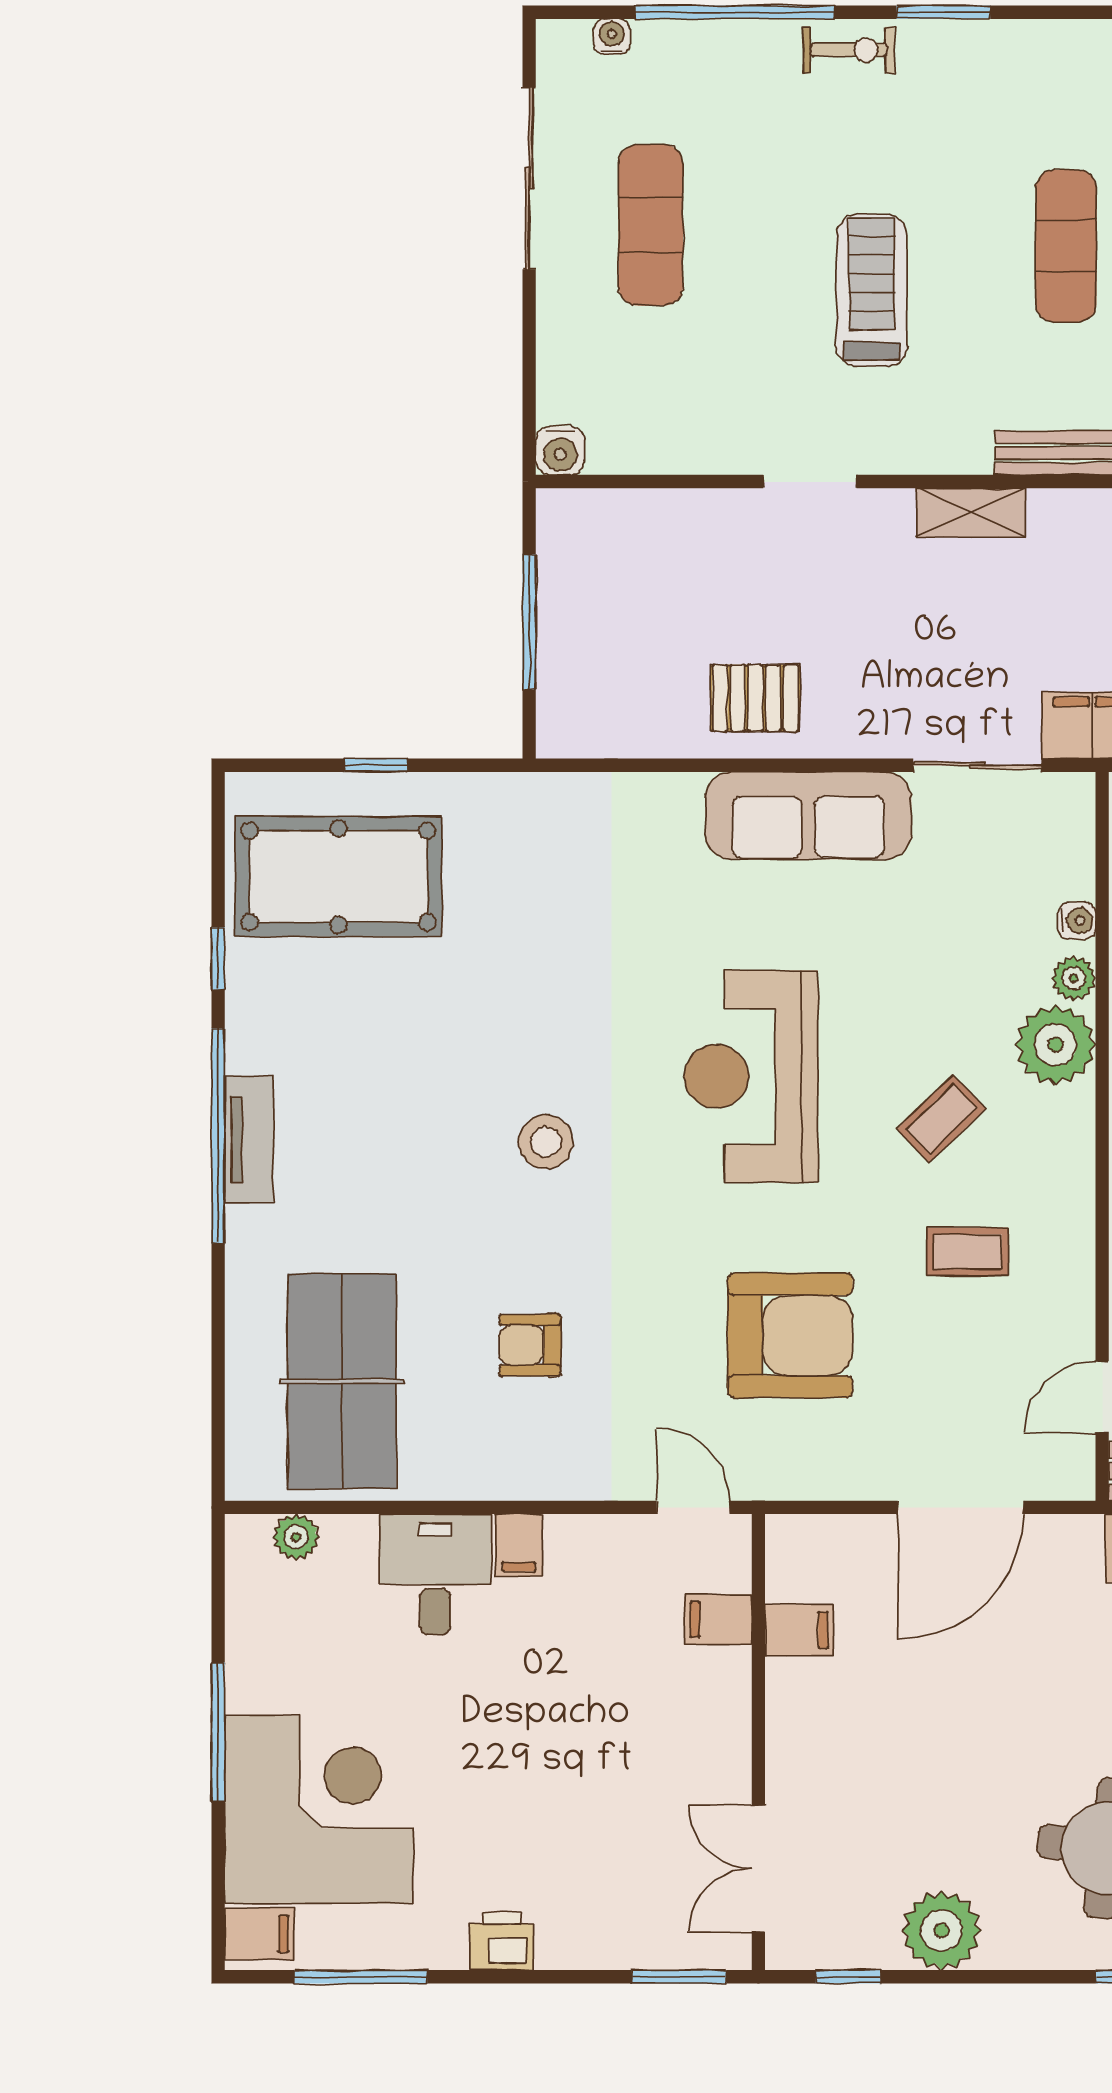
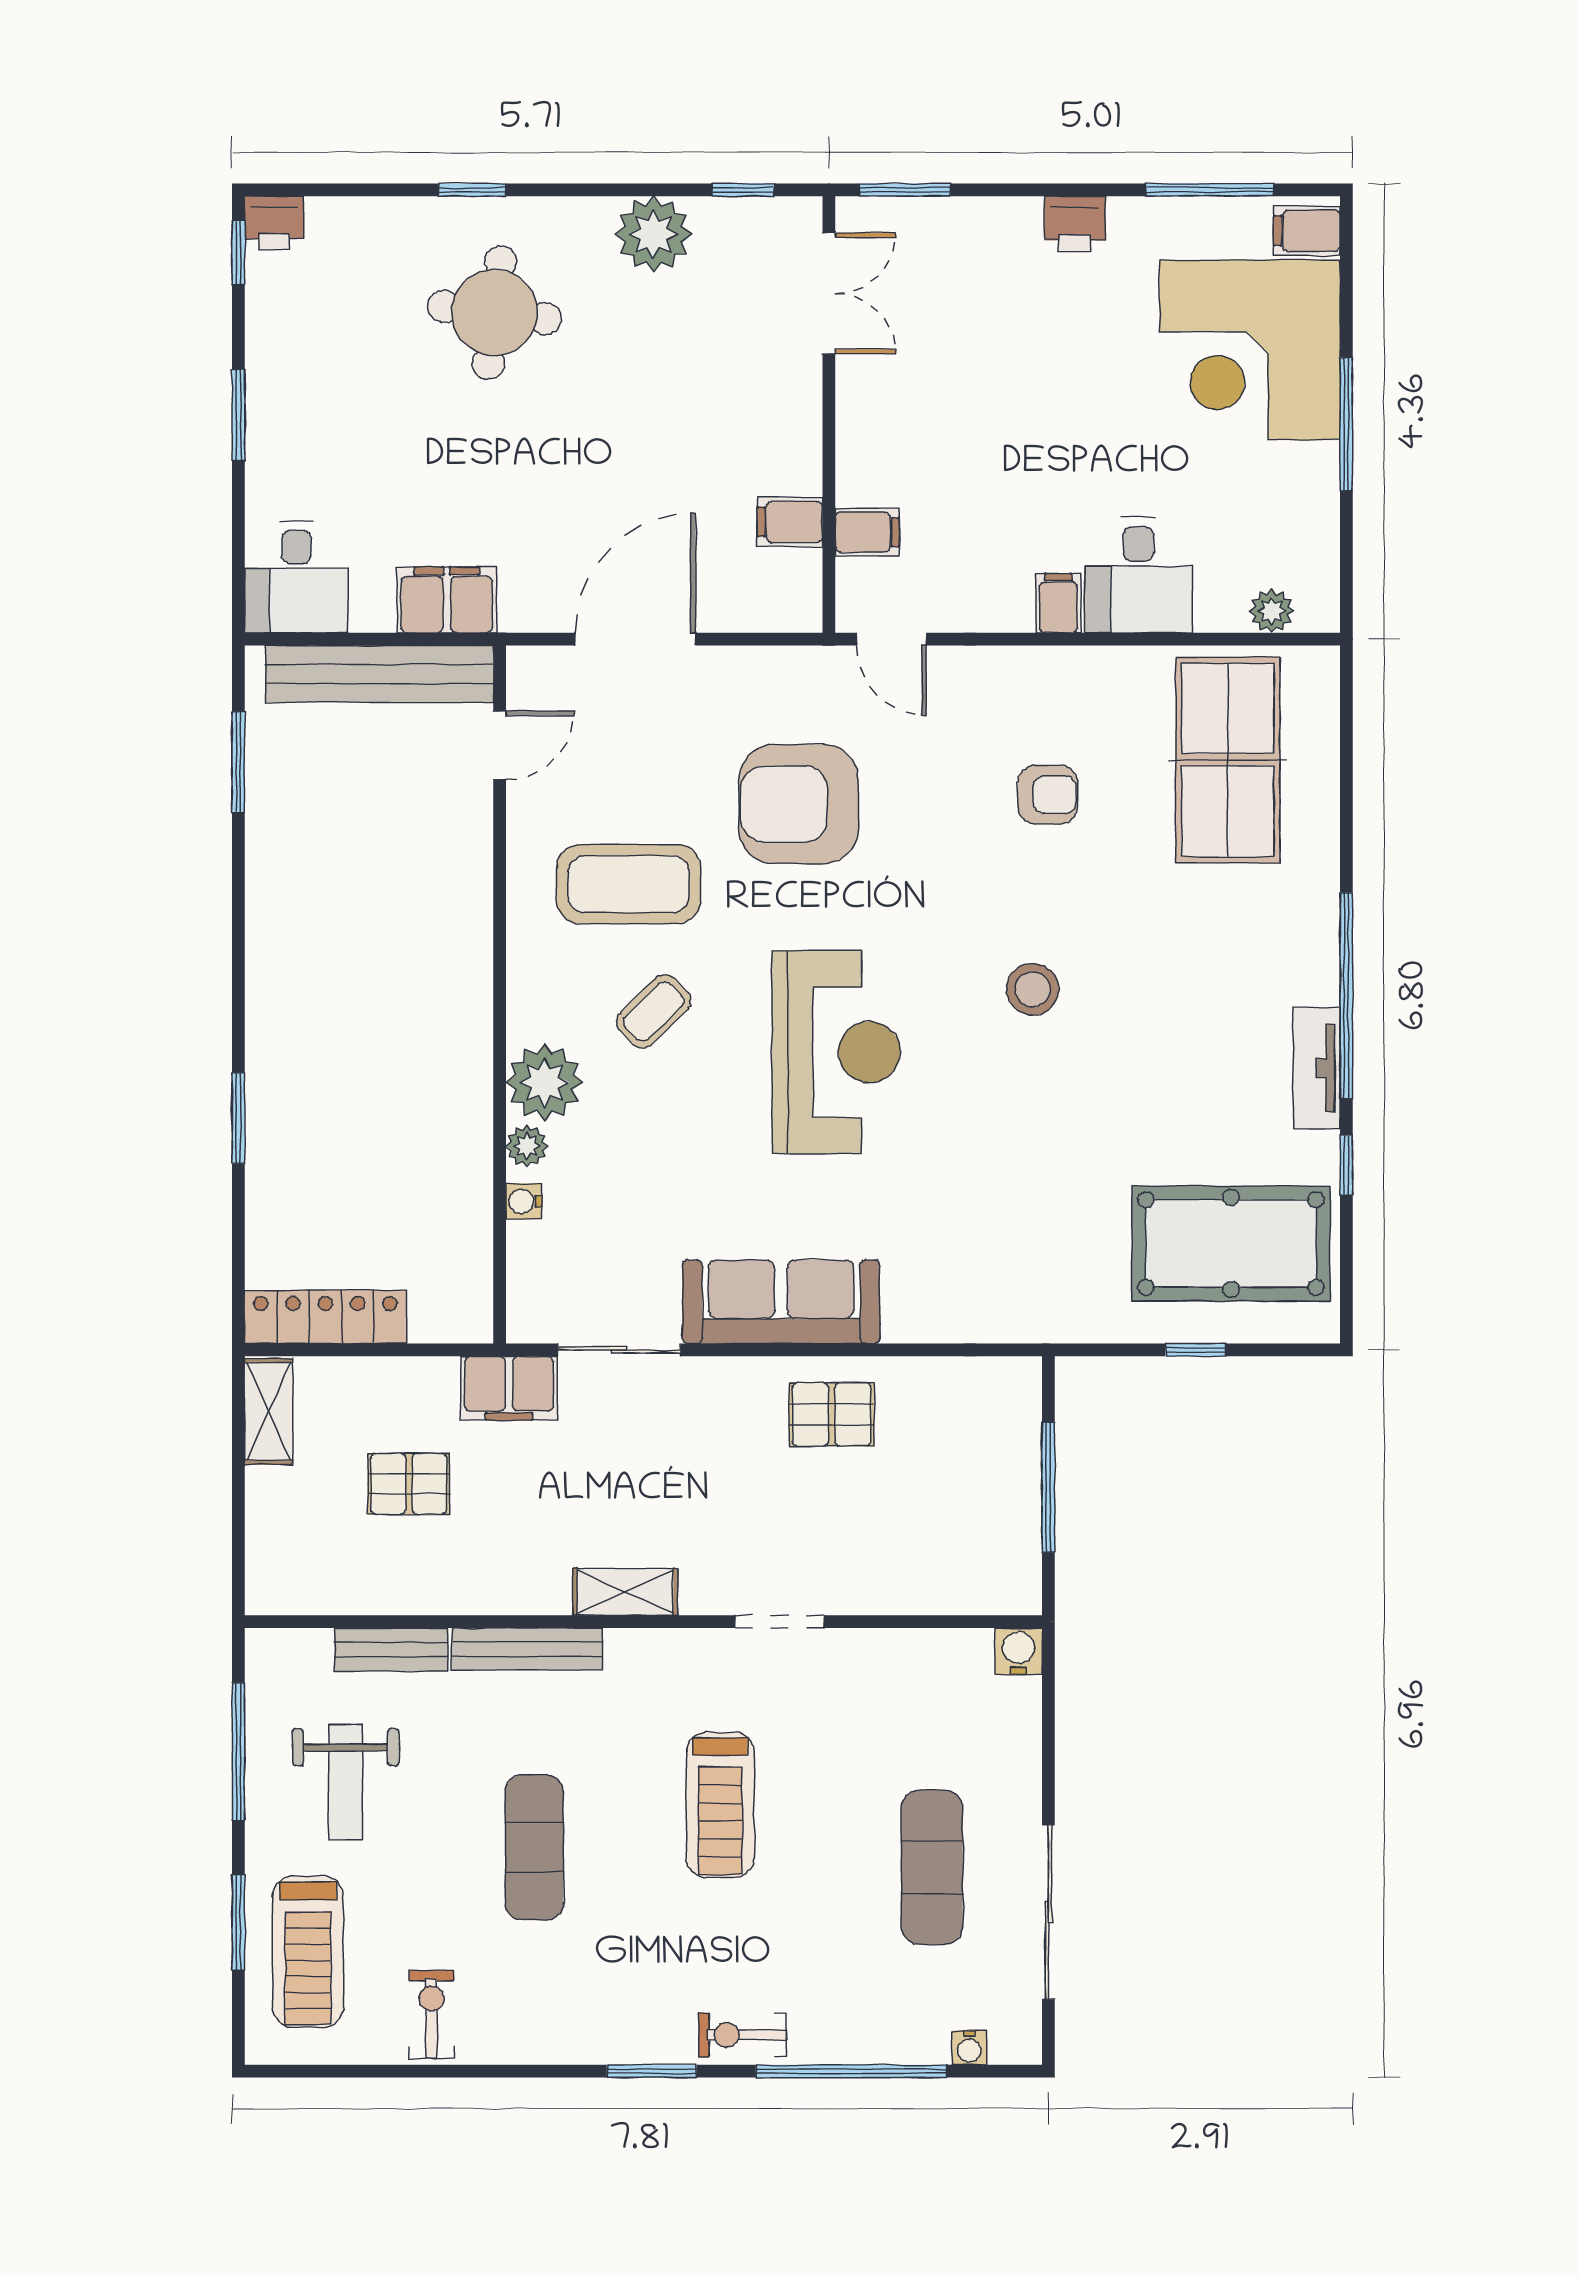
tv unit: (249, 1139) -> (1317, 1068), moved
coffee table: (968, 1252) -> (629, 884), width x1.86, depth x1.72

